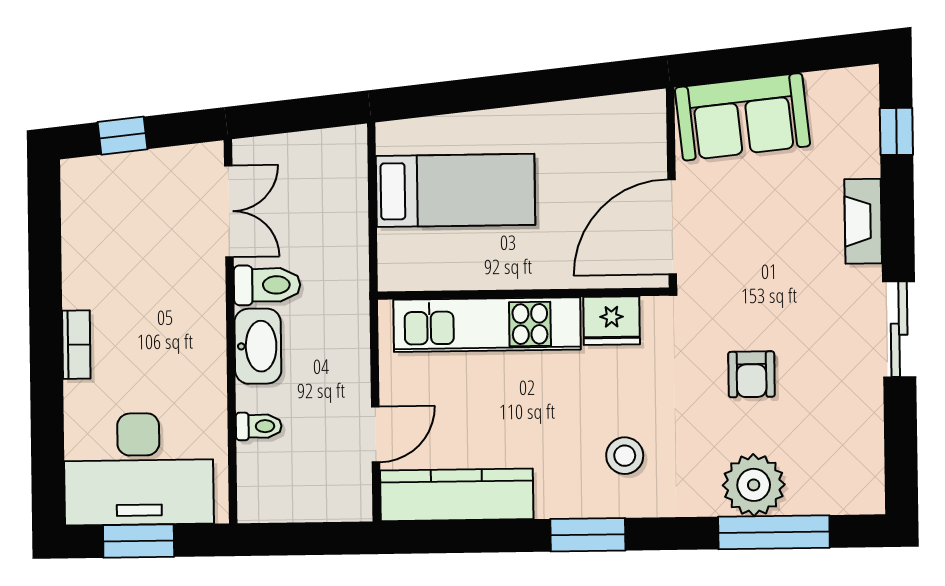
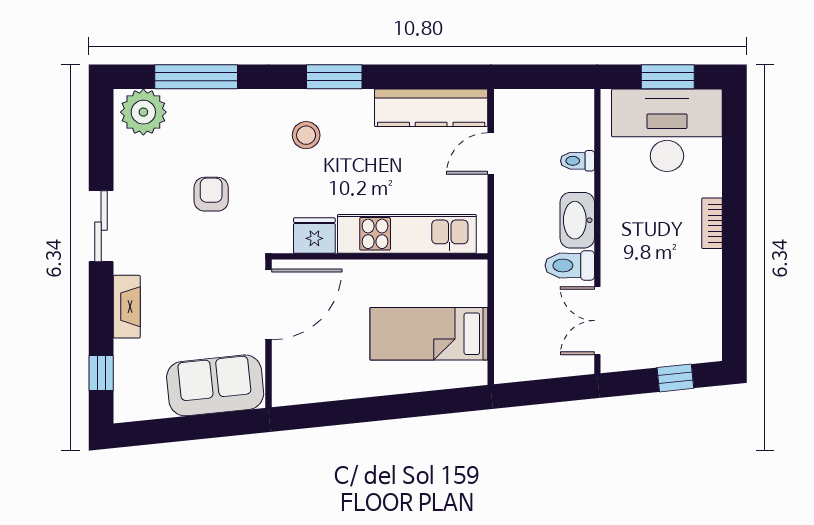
plant: (754, 485) -> (143, 112), moved

